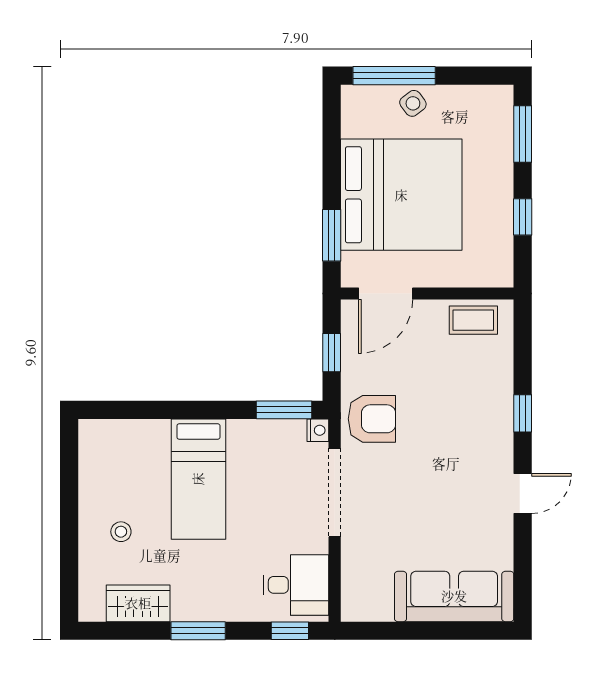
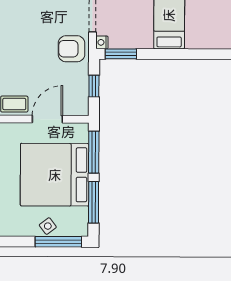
window: (332, 146) -> (94, 202), added
window: (332, 235) -> (94, 152), width x1.44
door: (386, 294) -> (47, 119), moved

